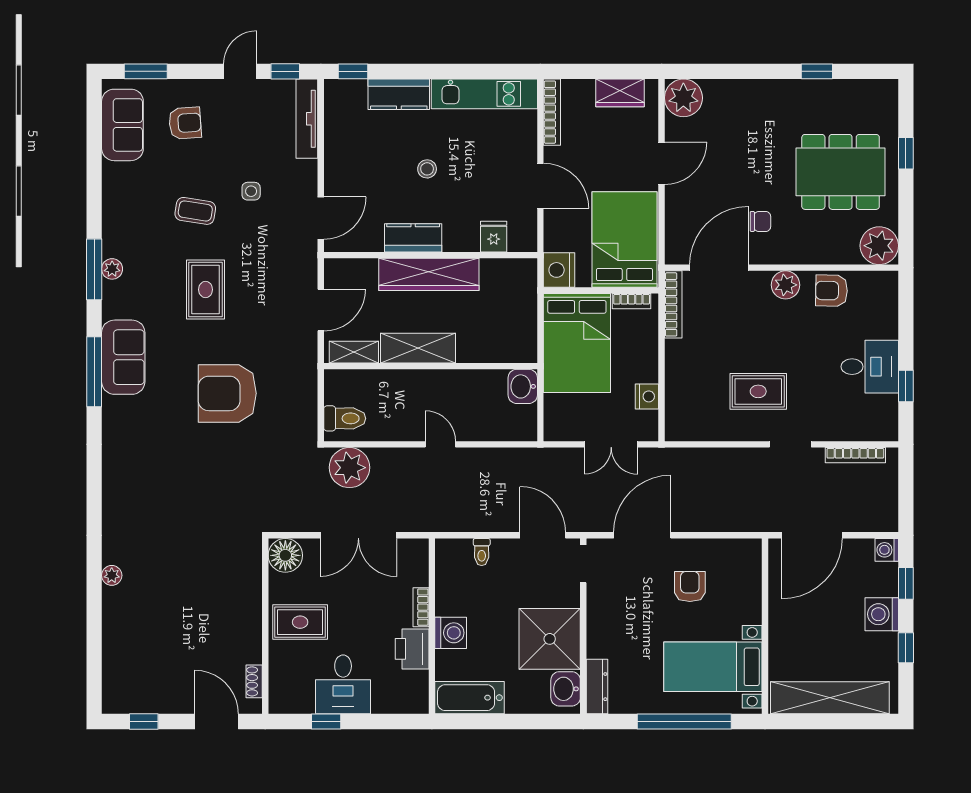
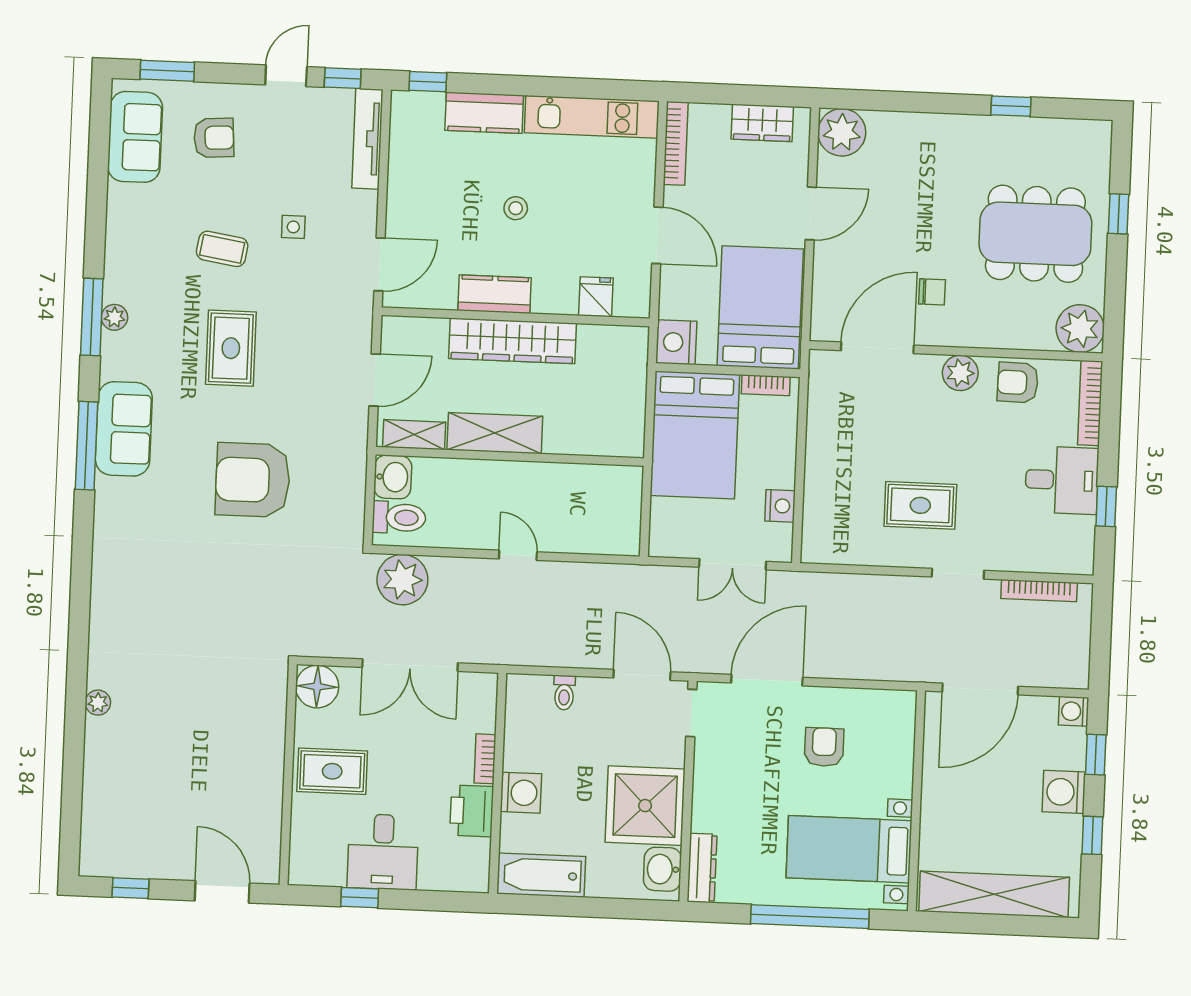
bookcase: (673, 304) -> (1090, 403), moved, turned 180
washbasin: (523, 386) -> (393, 477), moved, turned 180
shoe rack: (254, 681) -> (271, 843), removed

